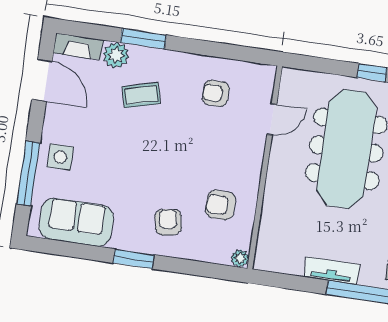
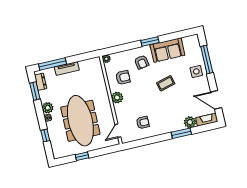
coffee table: (141, 95) -> (166, 83), moved
door: (272, 119) -> (118, 131), moved
plant: (249, 167) -> (117, 98), added
sofa: (76, 222) -> (167, 50), moved

